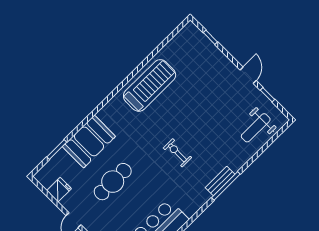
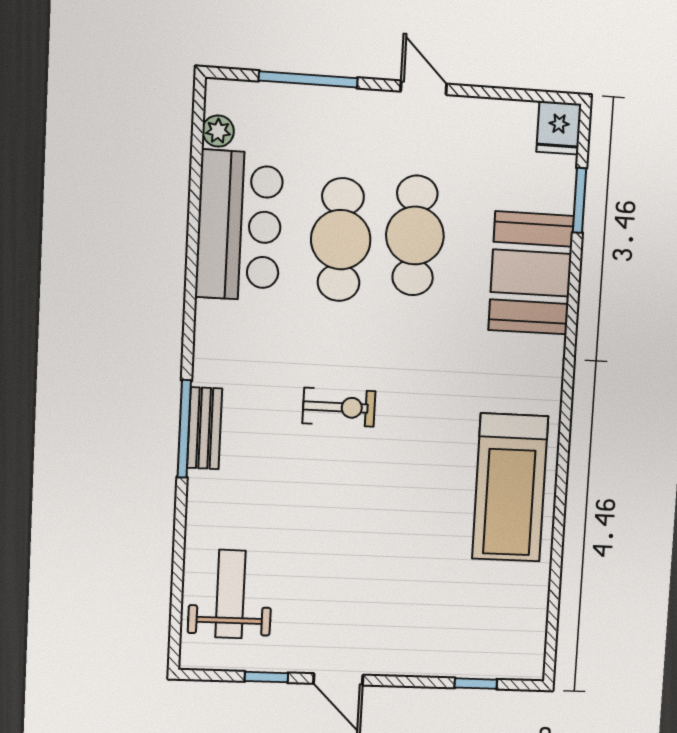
fridge: (59, 190) -> (559, 128), moved
cafe table: (135, 199) -> (341, 240), added

